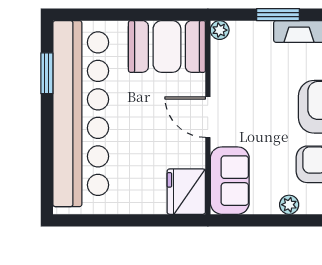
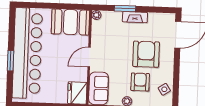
window: (47, 73) -> (11, 61), moved
door: (208, 117) -> (89, 57), hinge flipped

